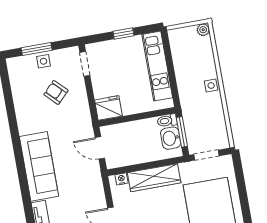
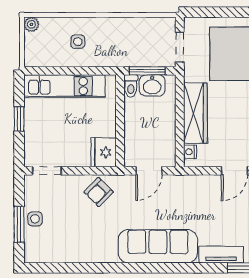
side table: (211, 85) -> (78, 42), moved
armchair: (56, 92) -> (99, 192), moved

